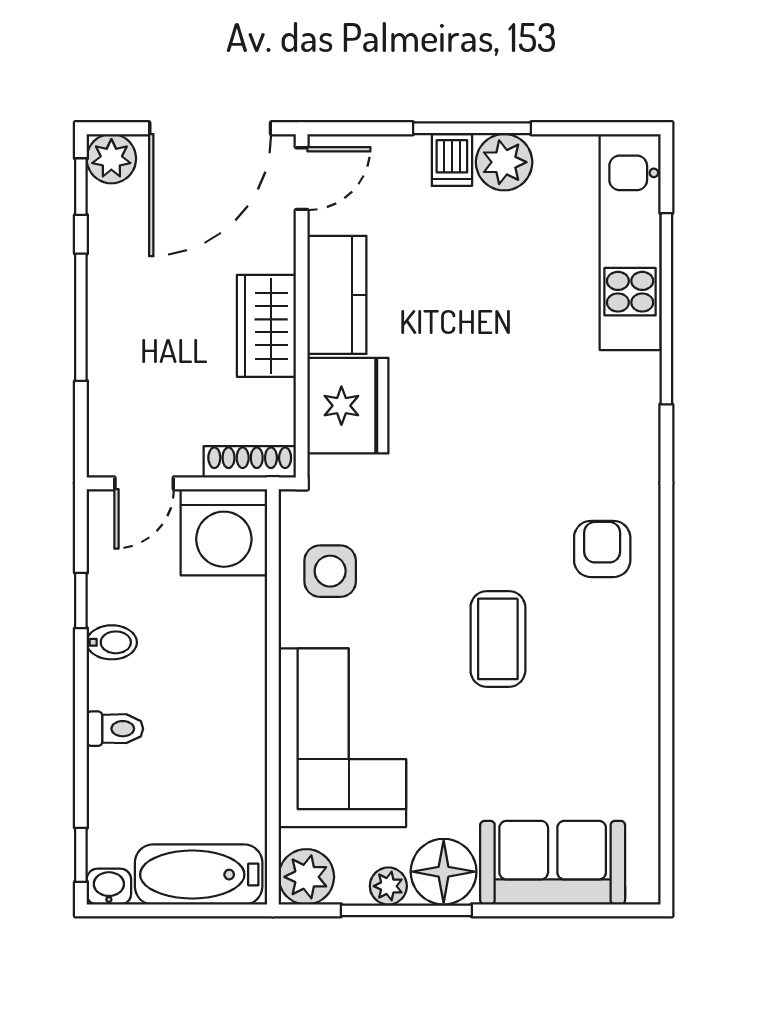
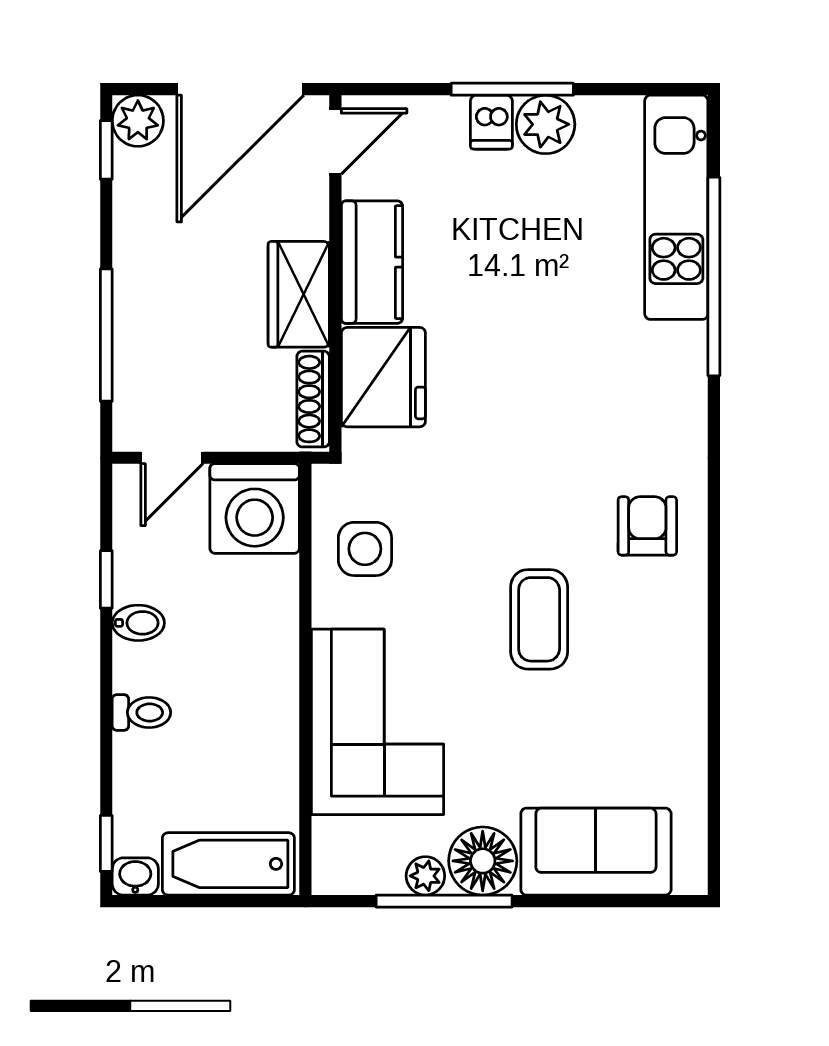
window: (81, 317) -> (106, 335), moved
shoe rack: (250, 462) -> (313, 399), moved, turned -90
plant: (306, 877) -> (340, 866), removed

